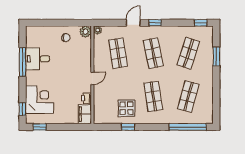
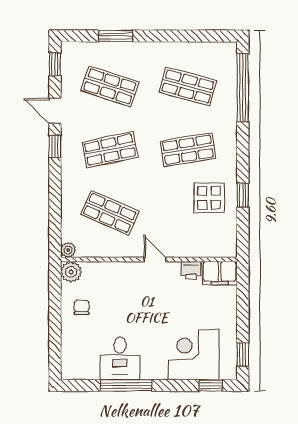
door: (133, 23) -> (55, 111), moved
shop shelf: (118, 53) -> (110, 213), turned 33

